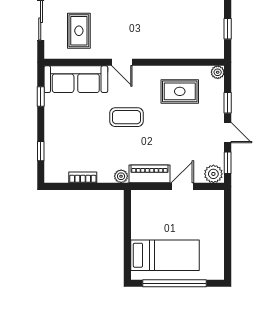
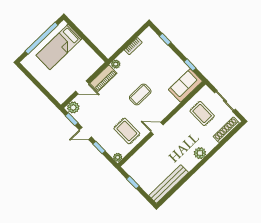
door: (122, 62) -> (157, 128), moved
sofa: (76, 79) -> (185, 85), width x0.73
rug: (180, 91) -> (127, 131), turned 90
door: (182, 186) -> (82, 87), hinge flipped

